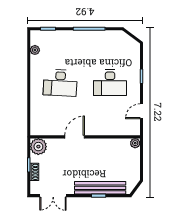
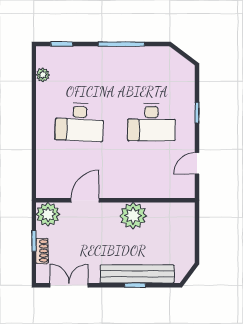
door: (75, 137) -> (85, 200), moved
plant: (135, 143) -> (133, 216), moved, width x1.87, depth x1.87
double door: (53, 196) -> (69, 285), swing flipped

